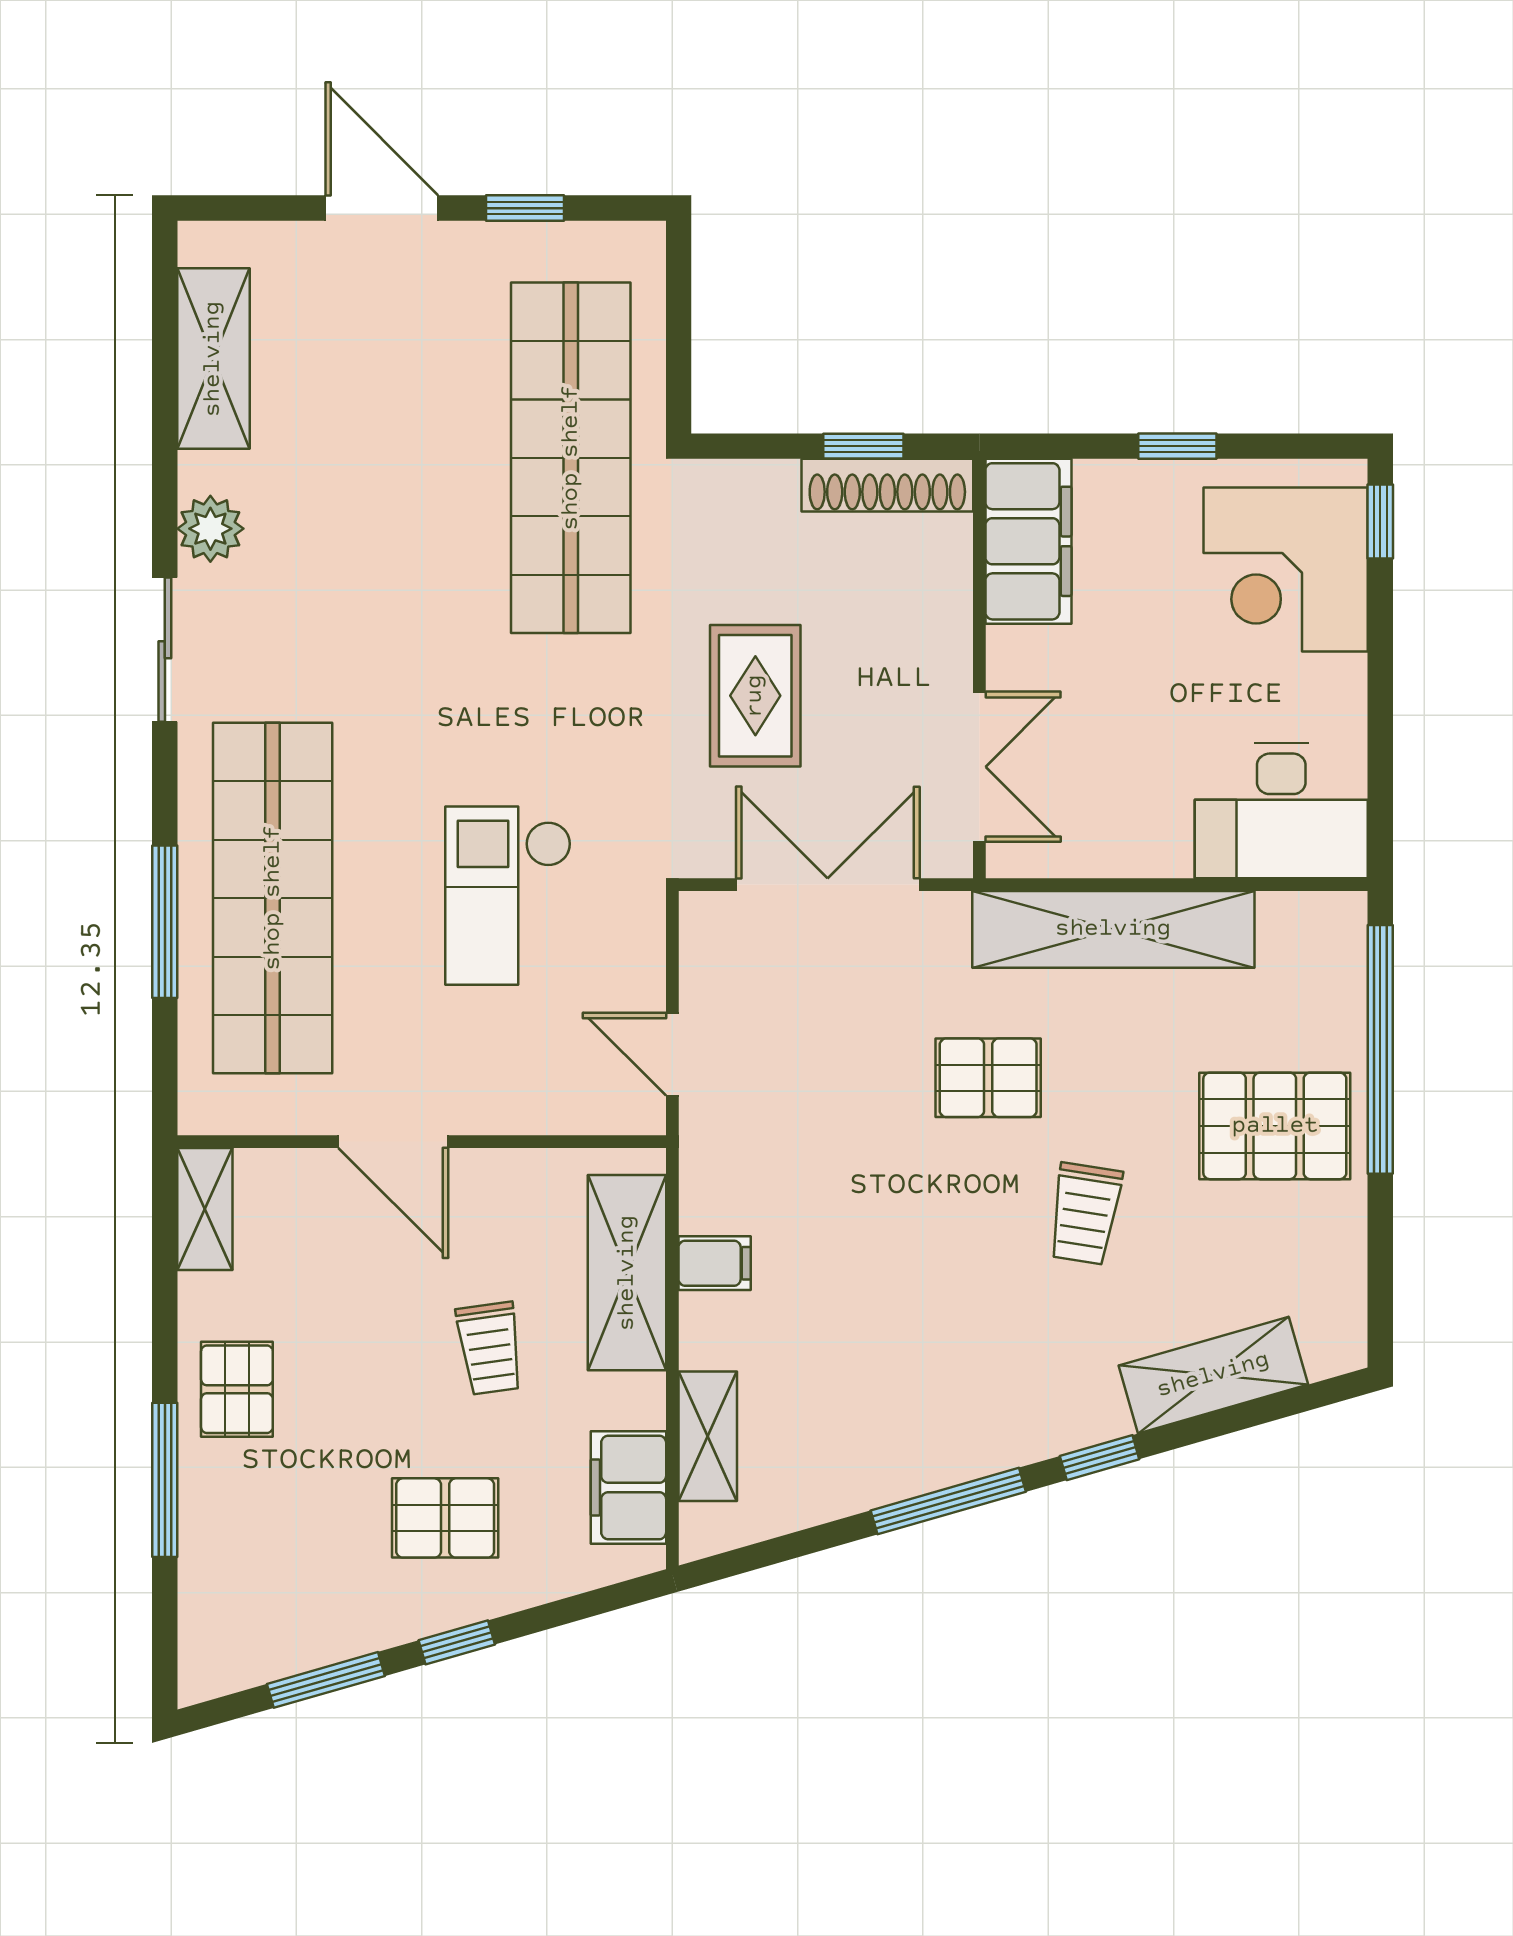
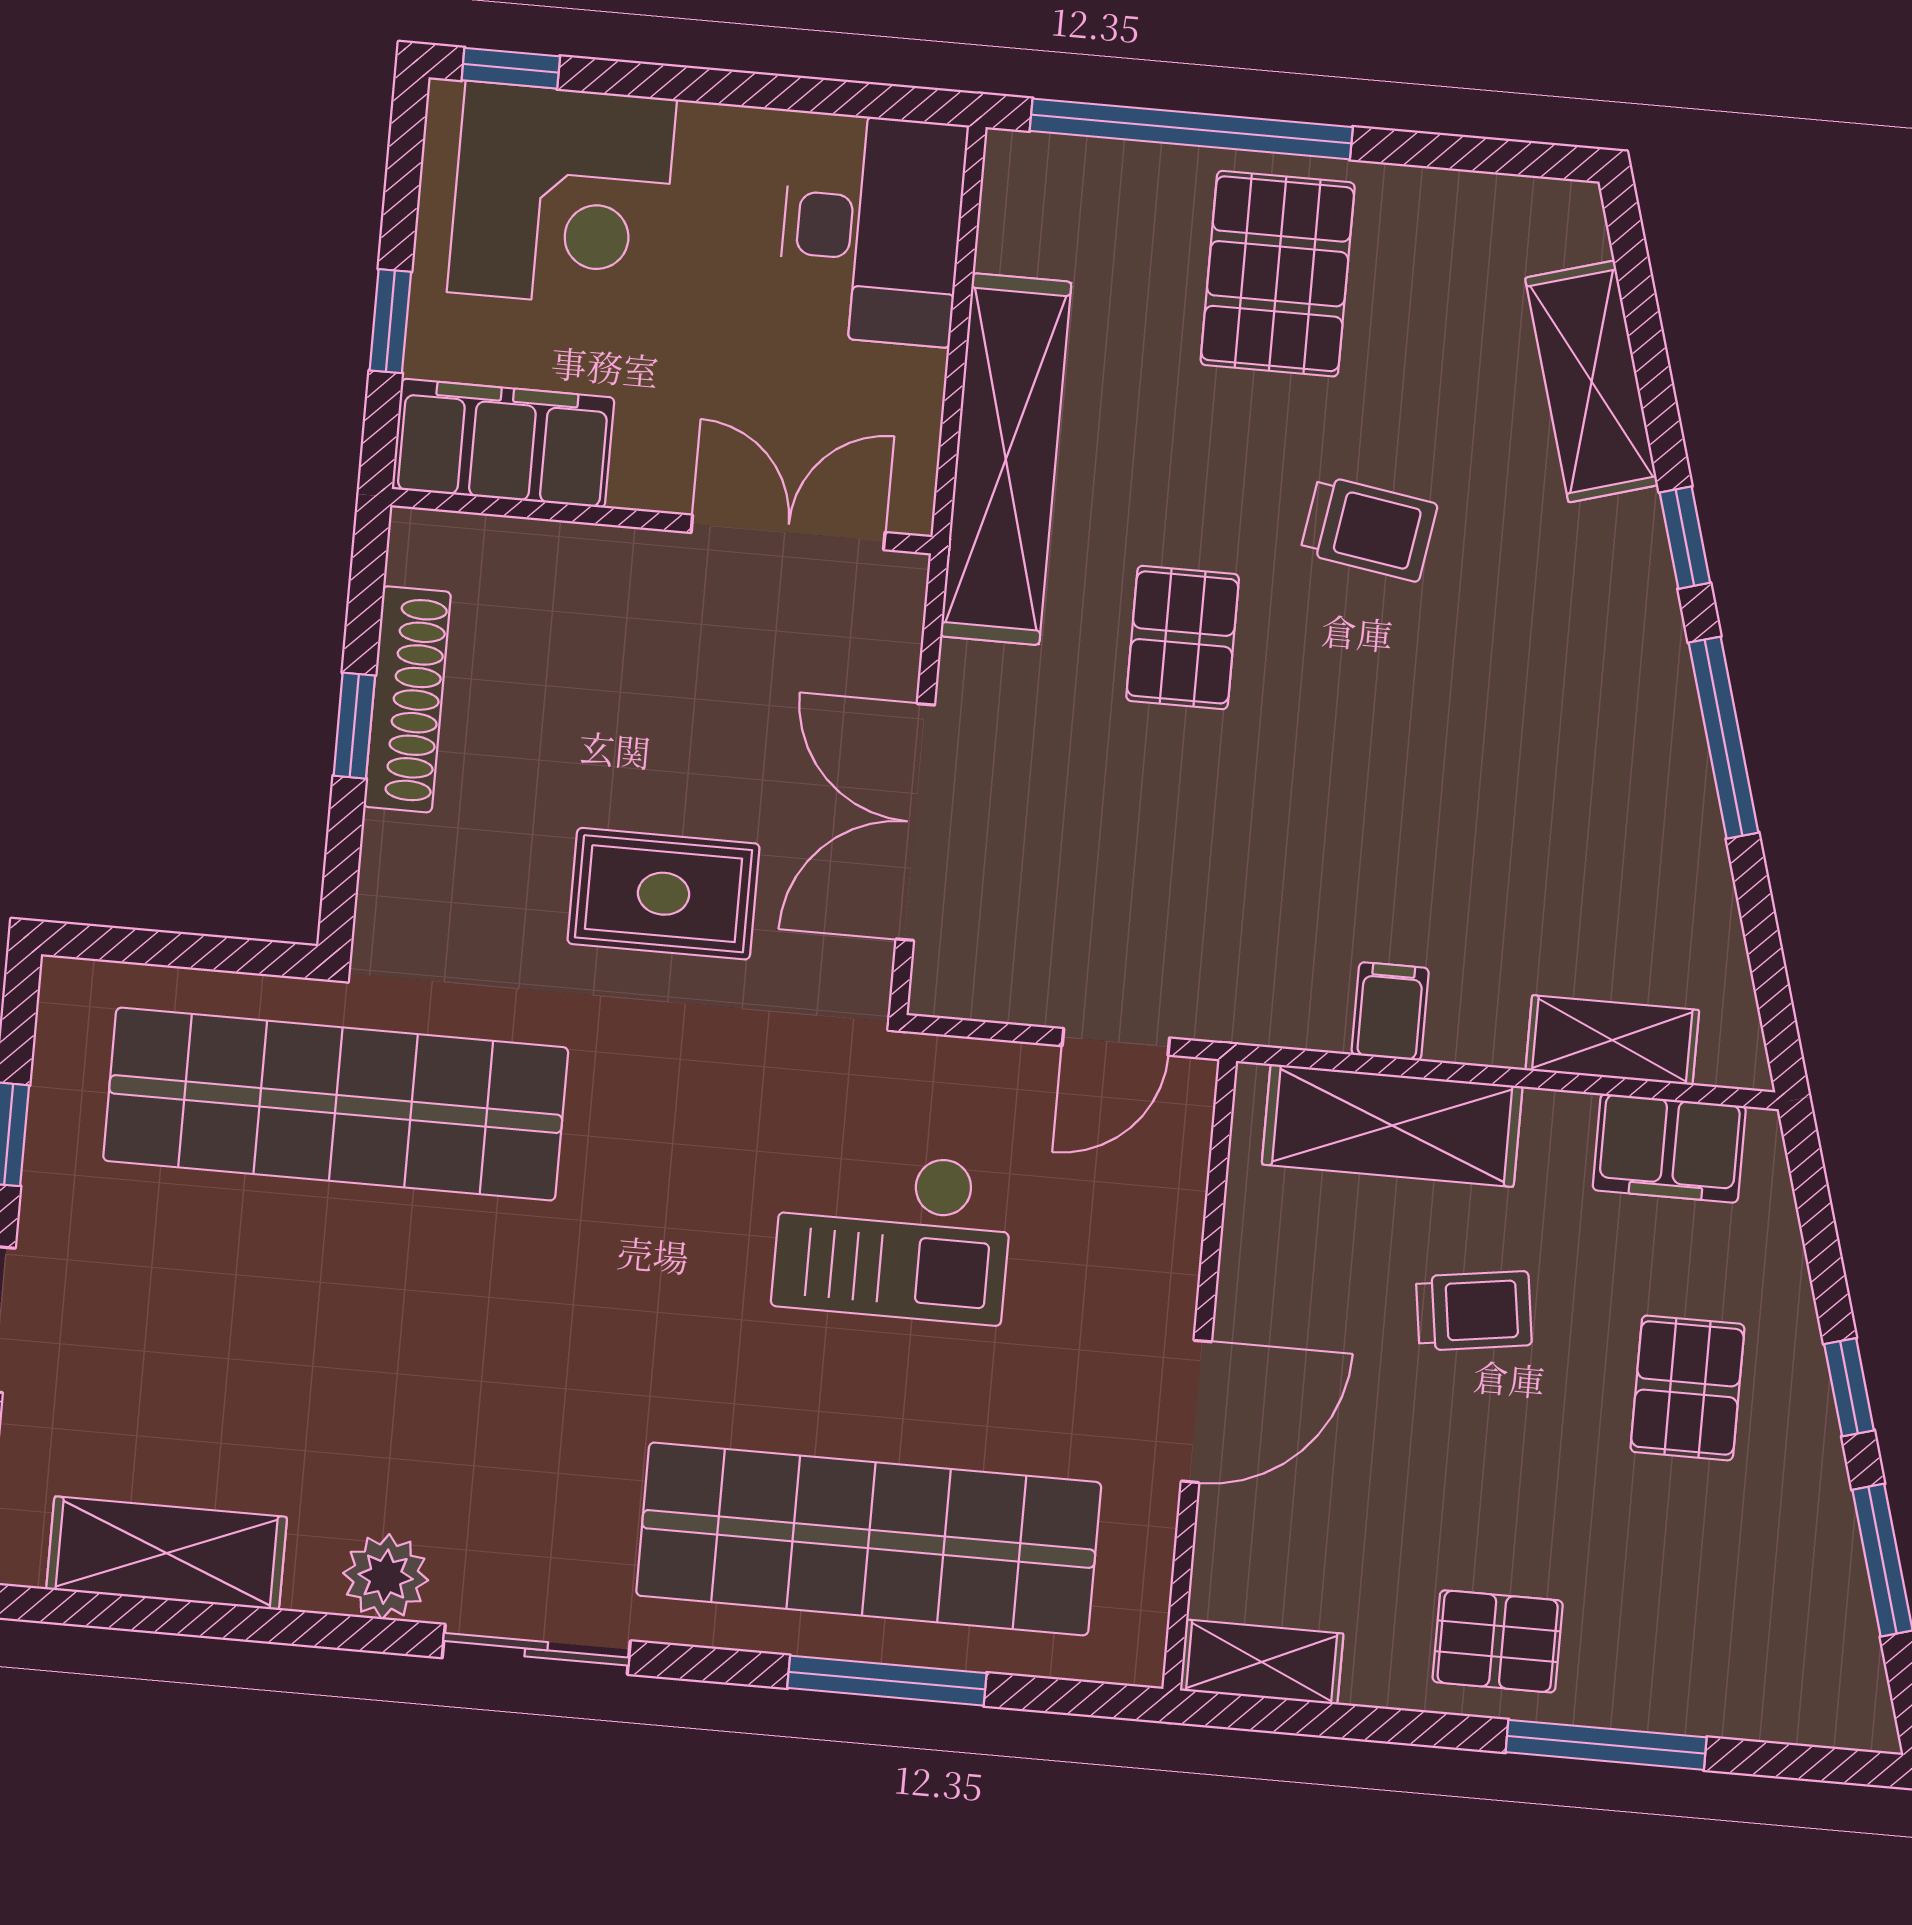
filing cabinet: (1028, 541) -> (503, 443), moved
wall: (979, 669) -> (661, 521), moved
double door: (979, 767) -> (788, 532), moved

